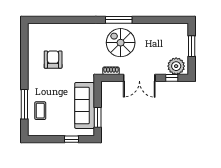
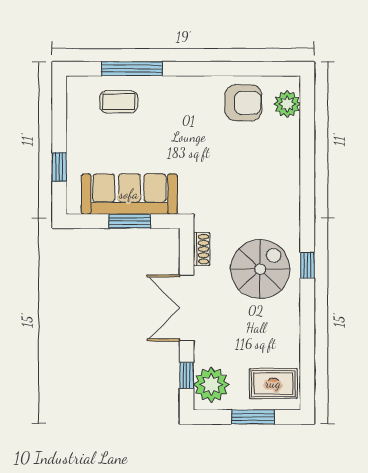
window: (119, 20) -> (307, 265), width x0.46
plant: (41, 30) -> (287, 104), added
rug: (176, 36) -> (273, 383), added
armchair: (53, 60) -> (243, 103), moved
window: (98, 117) -> (130, 221), moved

